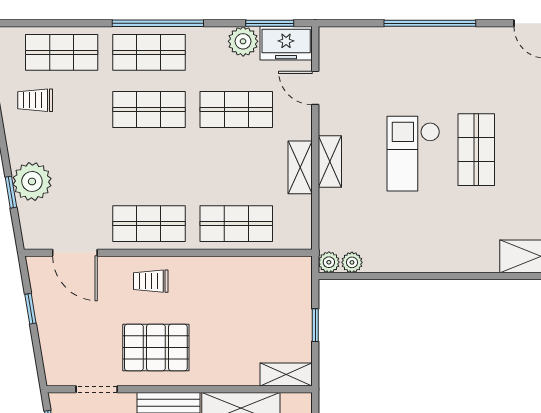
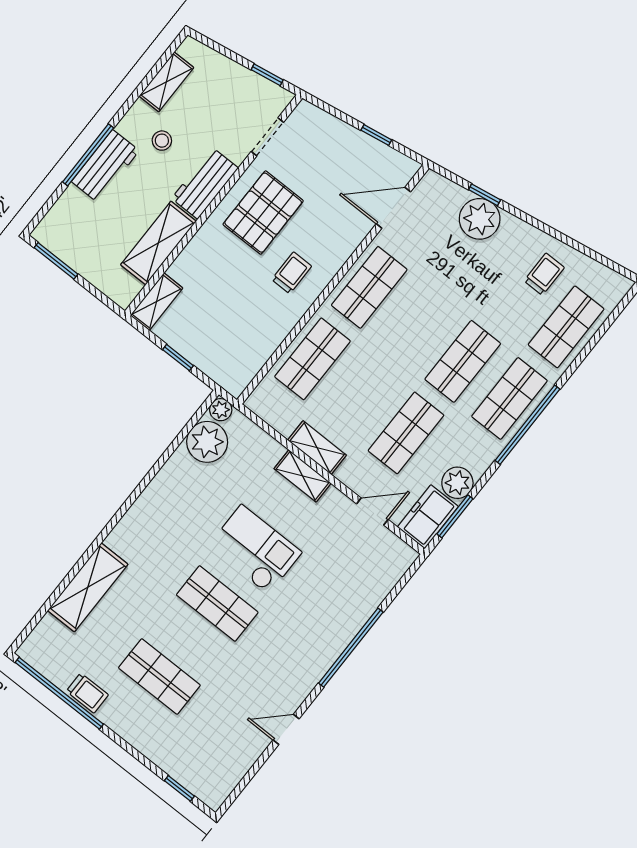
plant: (352, 262) -> (207, 442), width x1.88, depth x1.88
trolley: (151, 281) -> (292, 273), moved

